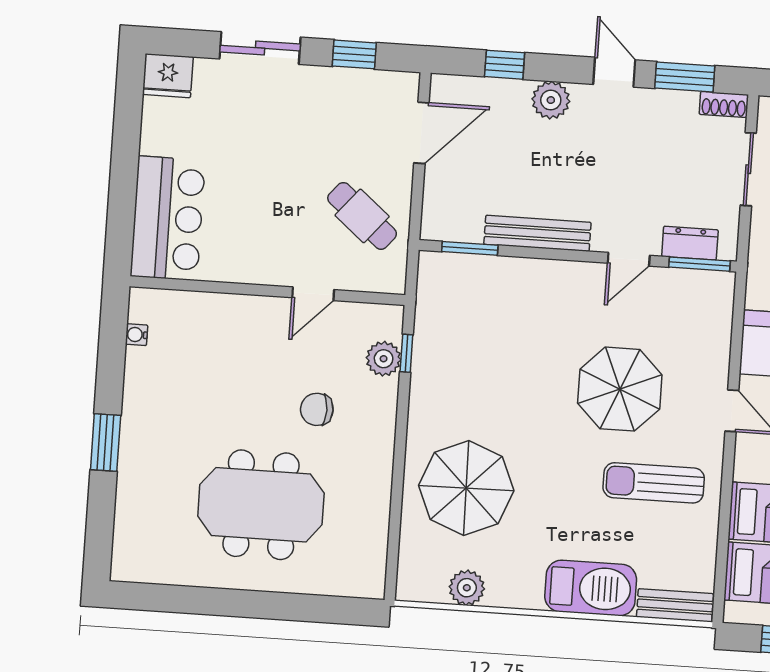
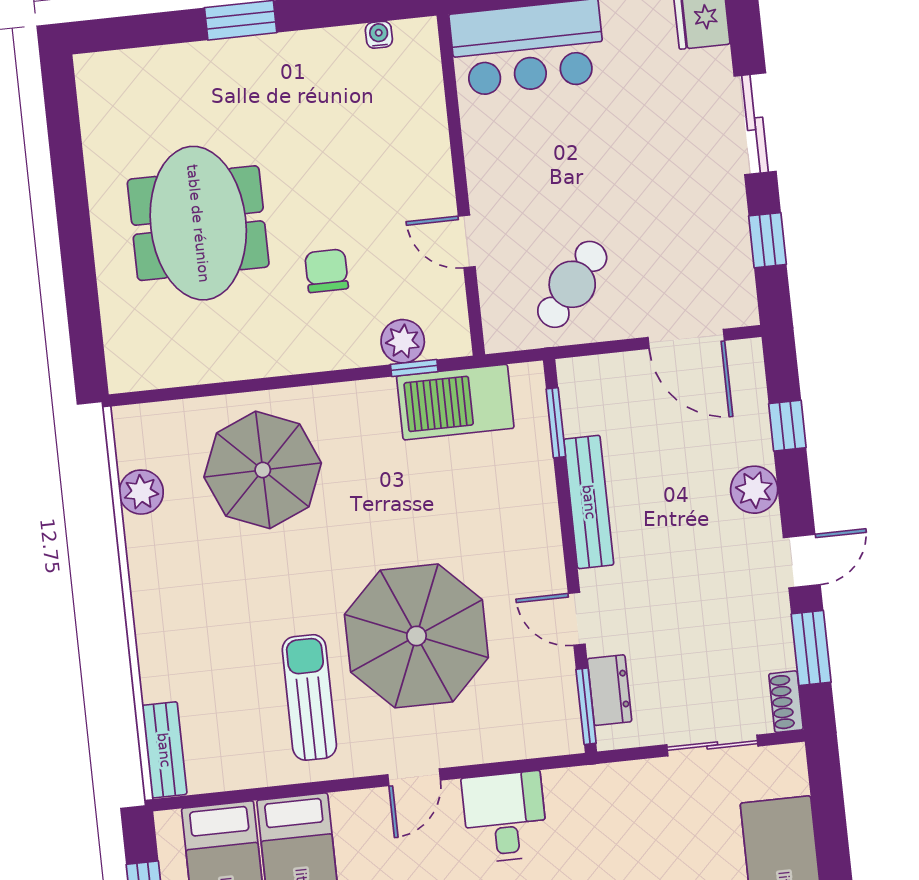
parasol: (620, 389) -> (416, 636), width x1.36, depth x1.36
barbecue: (591, 588) -> (455, 402), moved, turned 90

